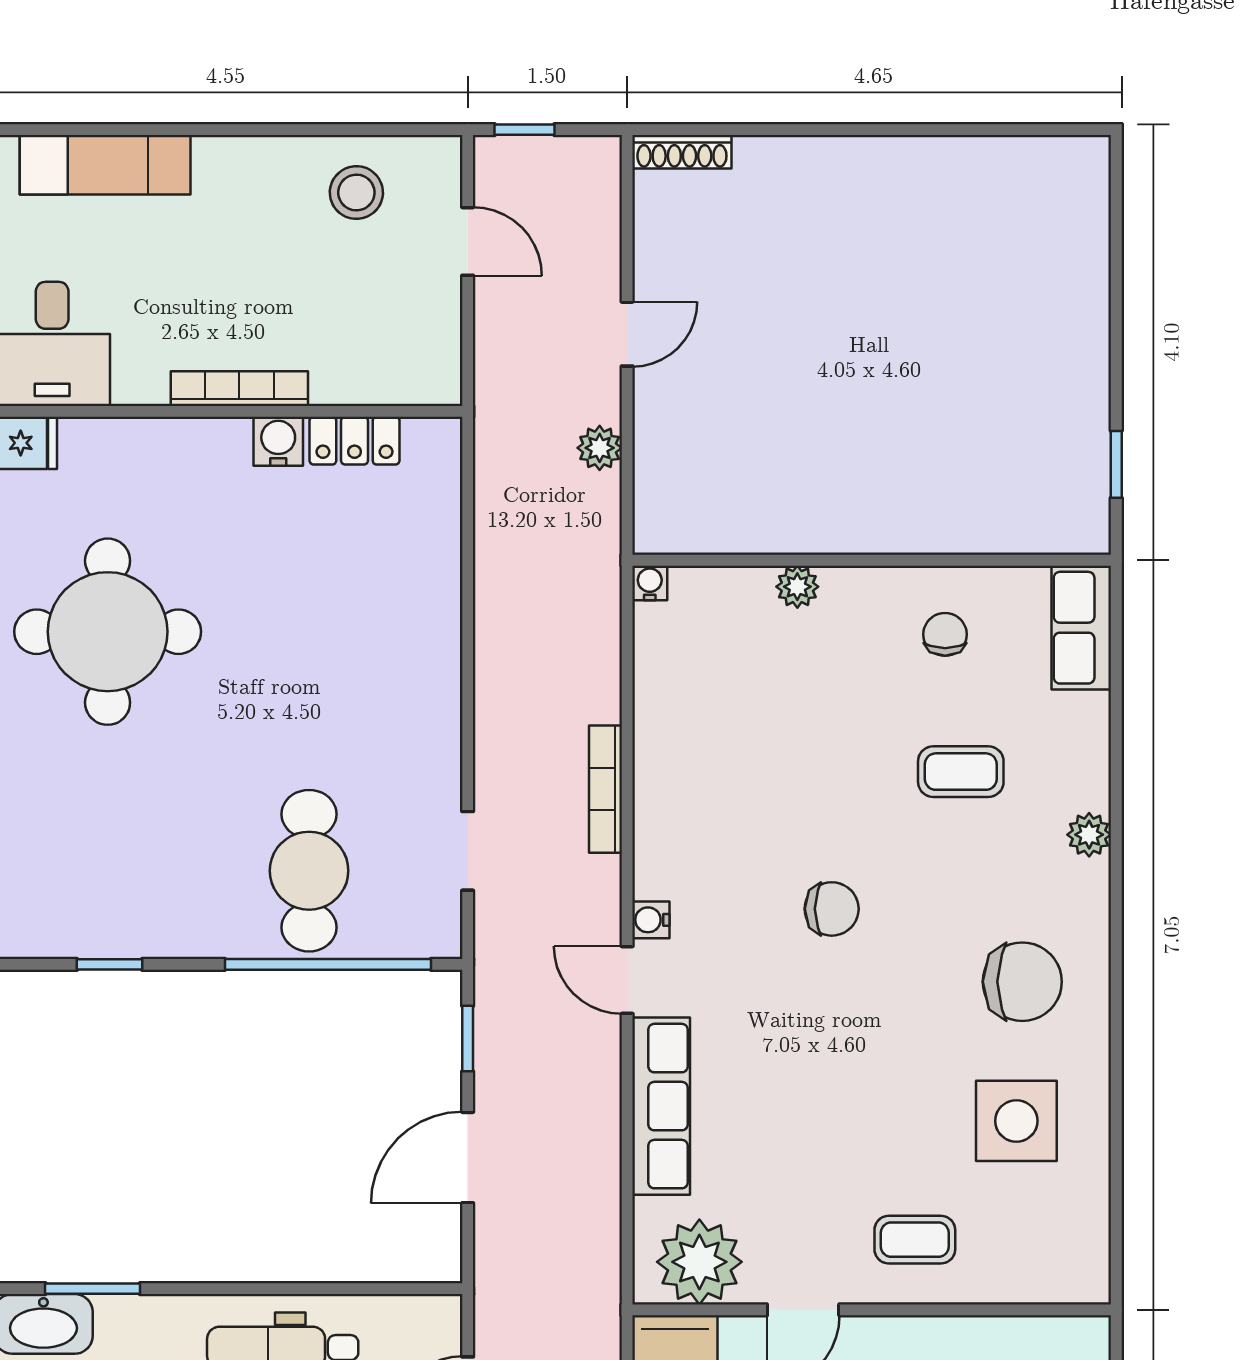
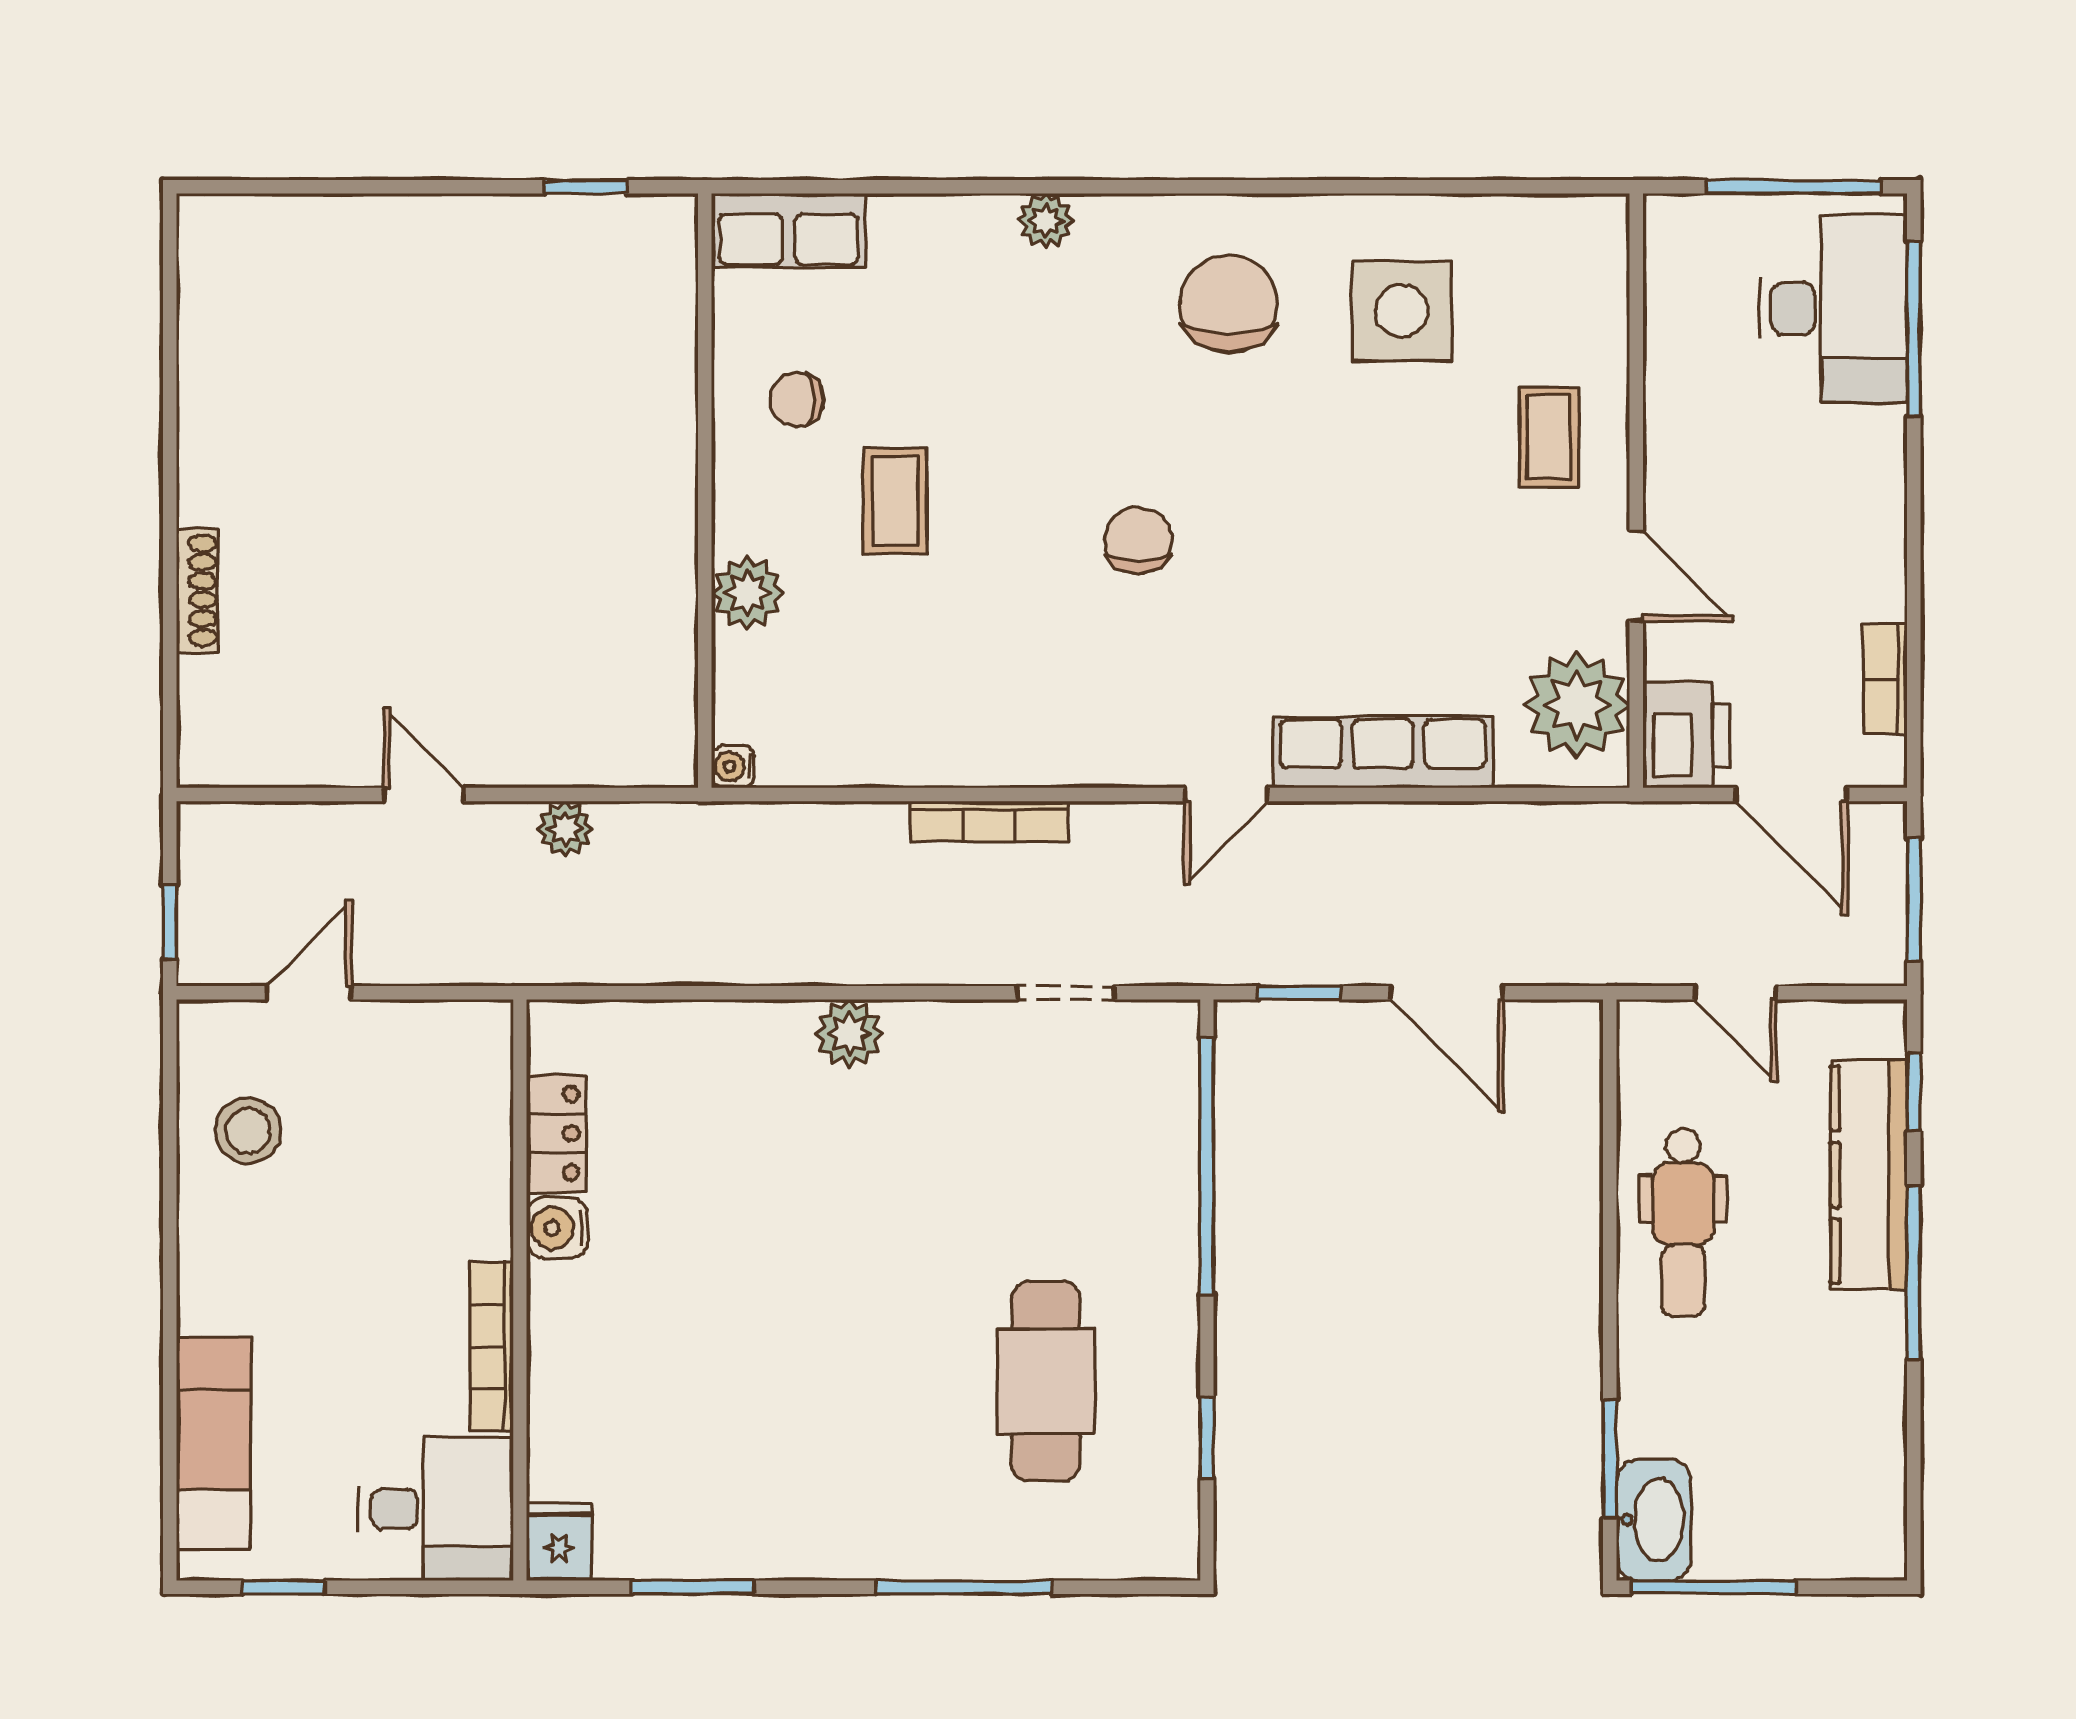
shoe rack: (682, 152) -> (197, 590), moved
bookcase: (239, 389) -> (491, 1347), moved
plant: (797, 587) -> (748, 593), width x1.38, depth x1.38
round table: (108, 632) -> (794, 1440), removed
plant: (435, 676) -> (849, 1034), added
coffee table: (961, 772) -> (895, 501), moved
cafe table: (309, 871) -> (1046, 1381), moved, turned 90
water cooler: (651, 920) -> (1152, 765), removed

